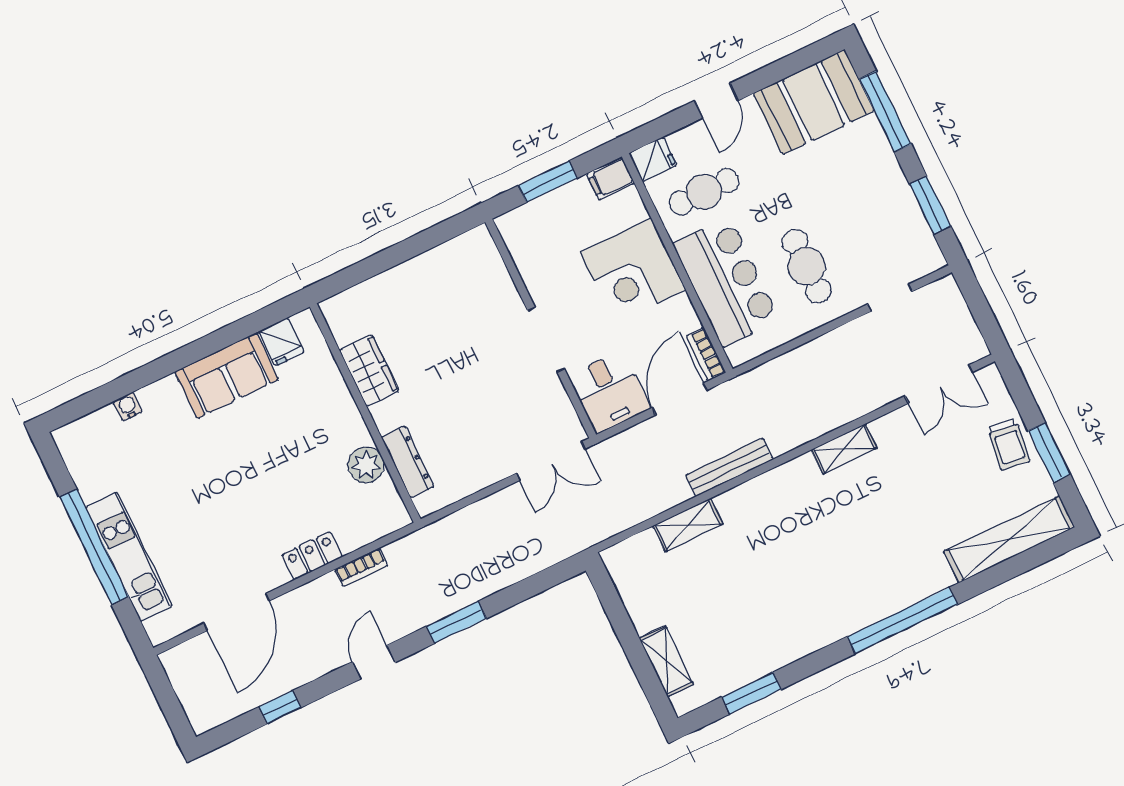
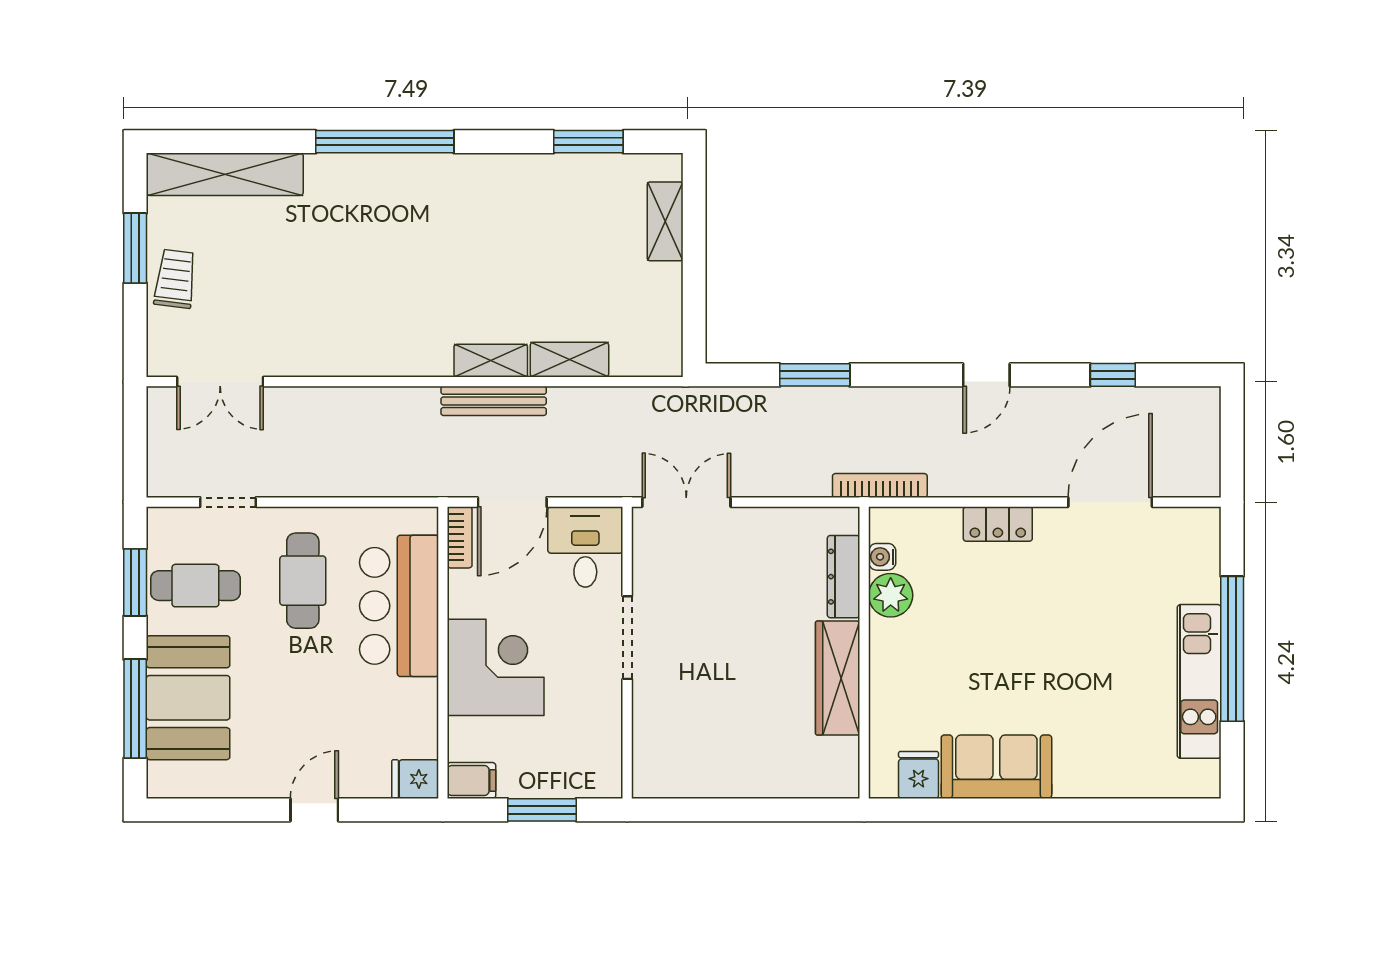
booth: (814, 102) -> (188, 698), moved, turned 90
cafe table: (704, 192) -> (195, 586), moved
wardrobe: (369, 371) -> (838, 678), width x1.50
double door: (939, 384) -> (220, 382), swing flipped
water cooler: (128, 406) -> (882, 557), moved, turned 90
shelving: (844, 449) -> (491, 361), moved
kitchen unit: (129, 556) -> (1199, 681), moved
bookcase: (361, 567) -> (880, 485), moved, width x1.56
window: (456, 622) -> (815, 375), moved

